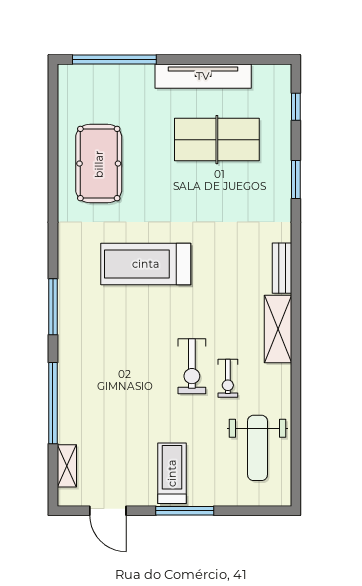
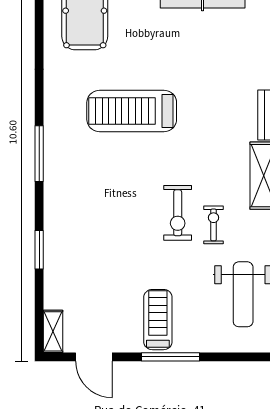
exercise bike: (228, 378) -> (214, 225), turned 180
window: (53, 403) -> (39, 250), width x0.47
shelving: (67, 466) -> (53, 331), moved

